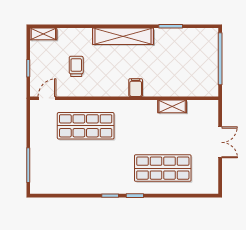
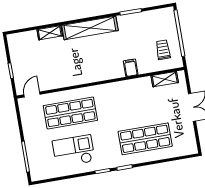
shelving: (43, 34) -> (50, 33), moved
trolley: (76, 66) -> (163, 50), moved
filing cabinet: (136, 88) -> (131, 68), moved
shelving: (172, 106) -> (165, 79), moved
checkout: (82, 168) -> (74, 151), added

